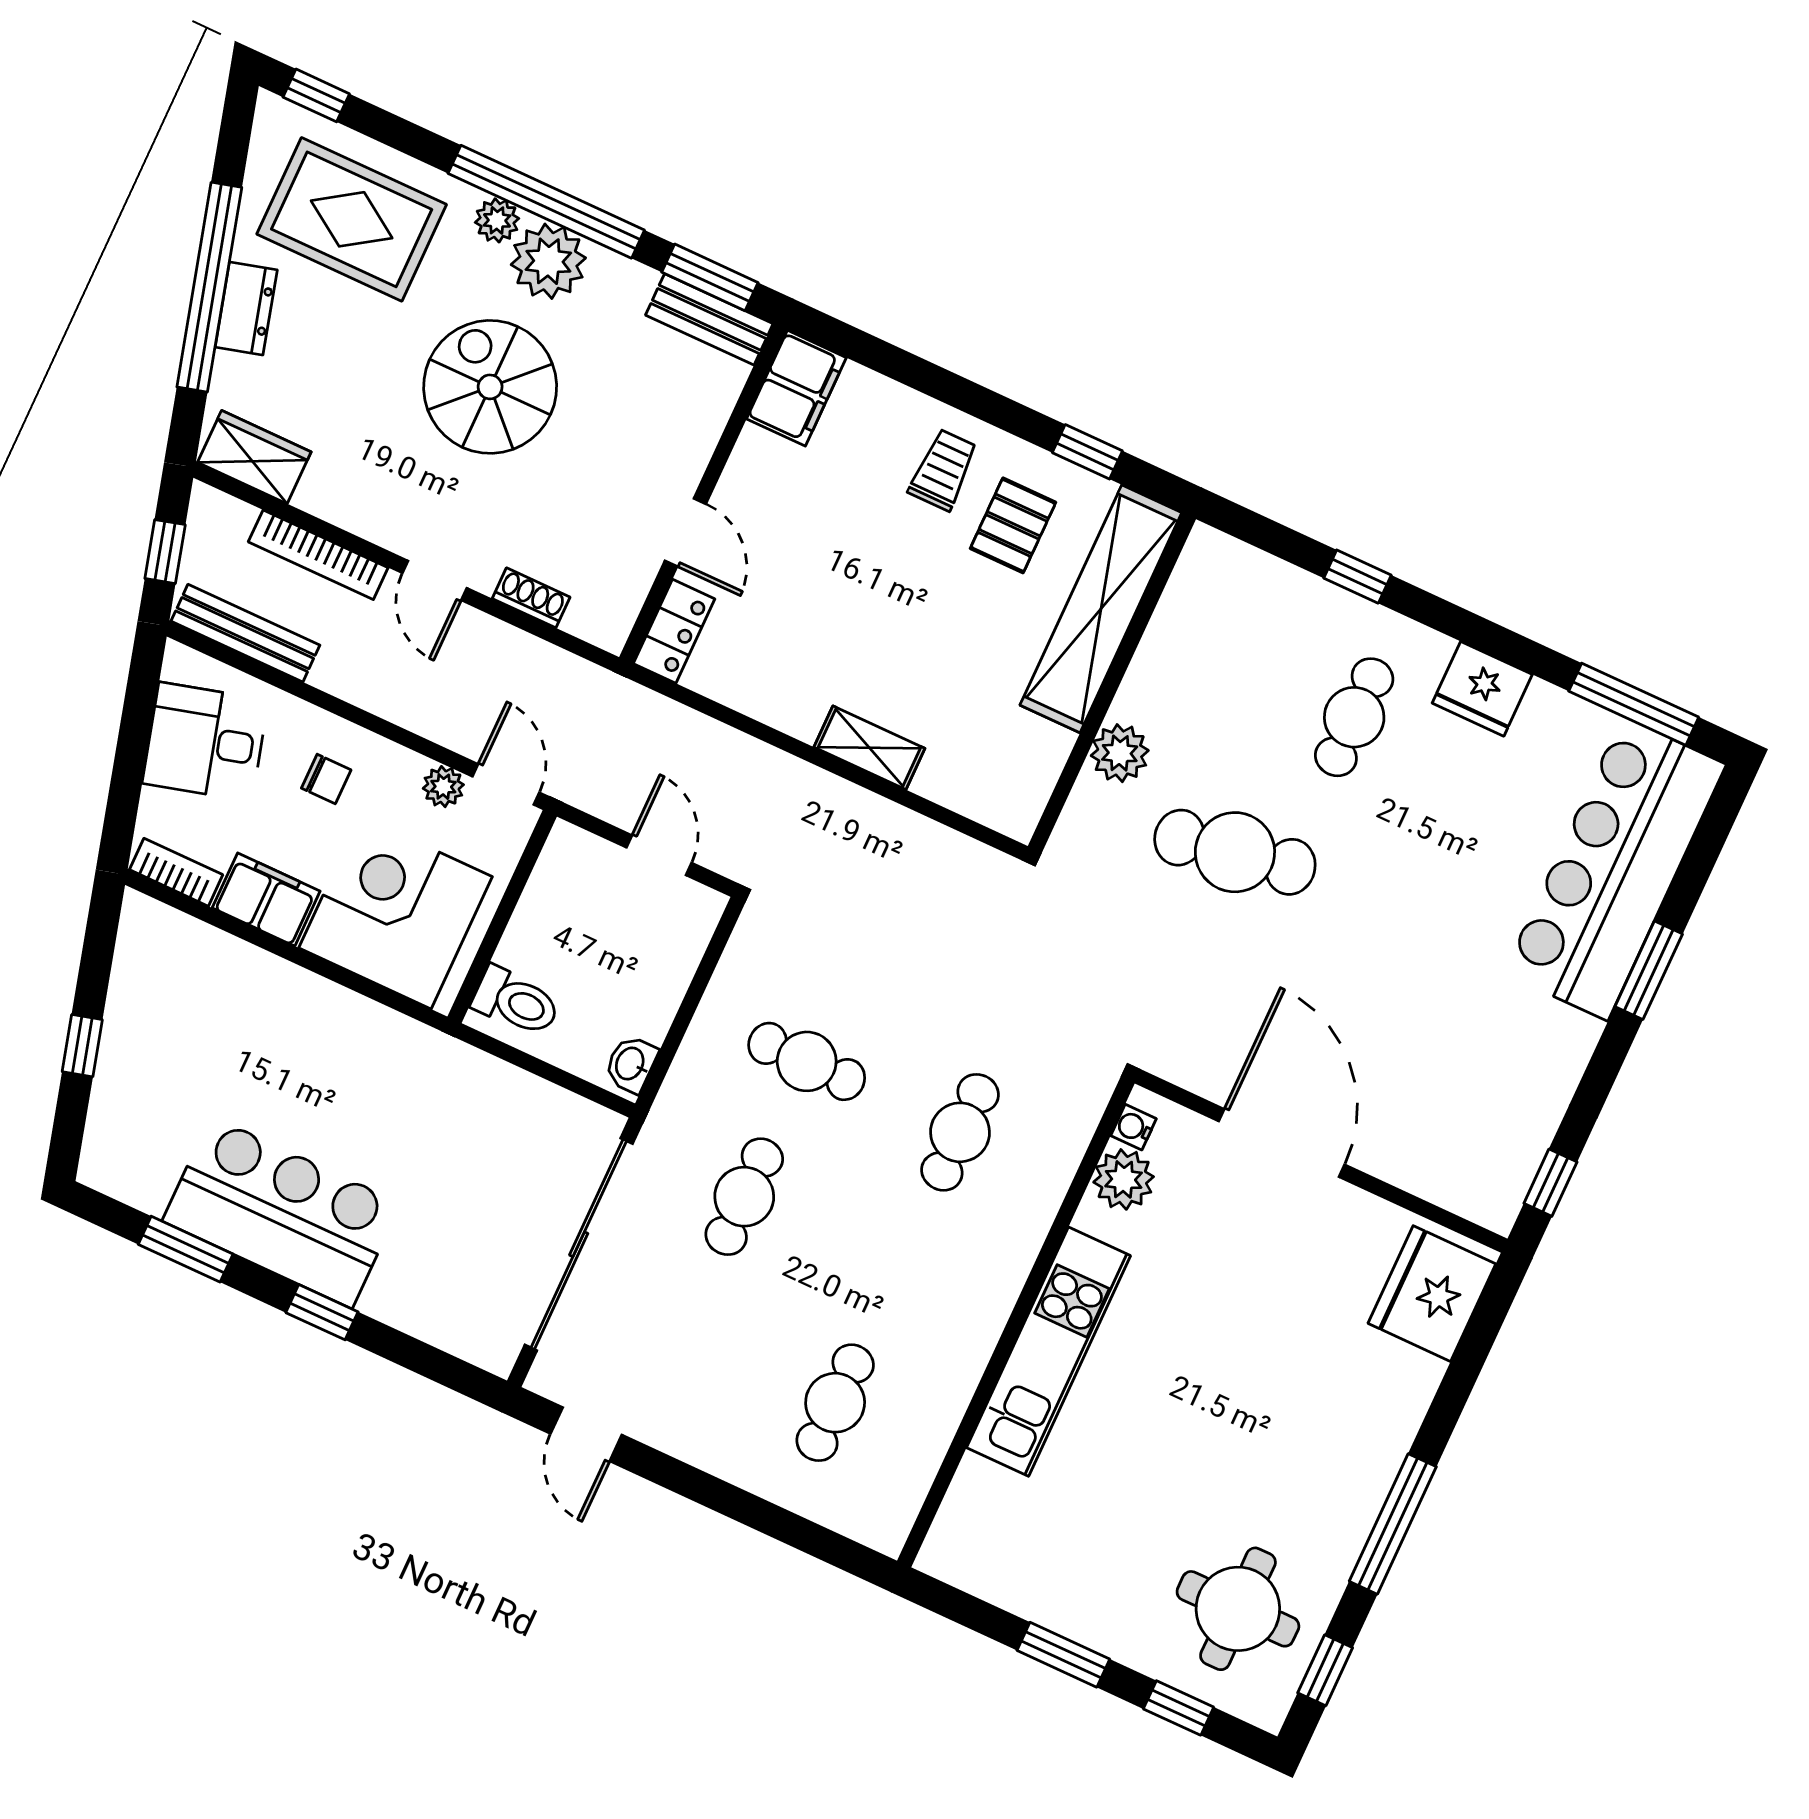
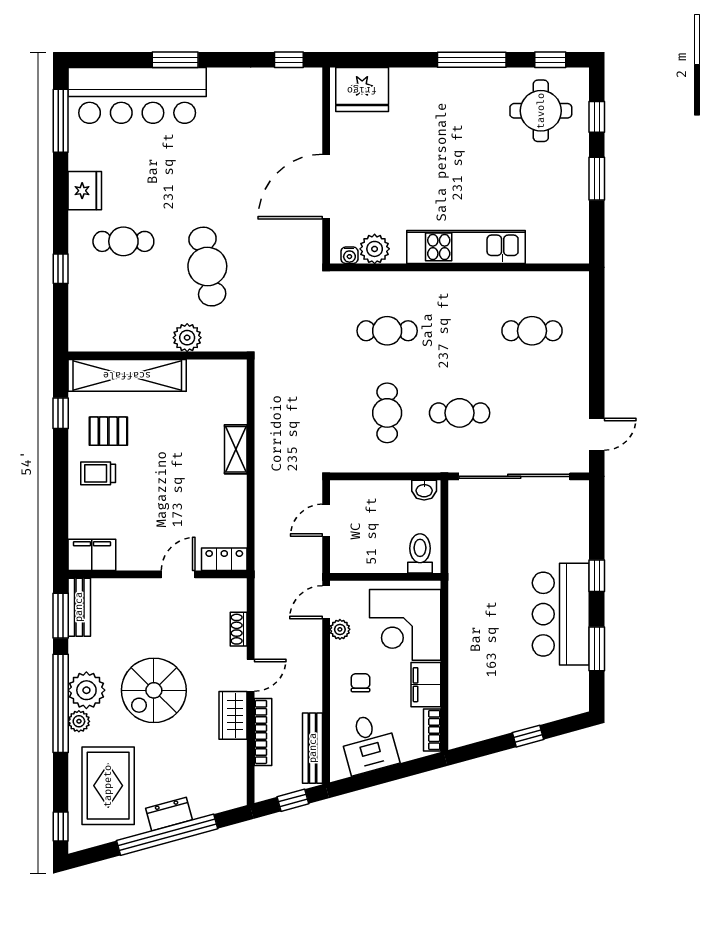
wardrobe: (254, 457) -> (233, 715), moved

